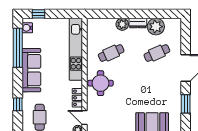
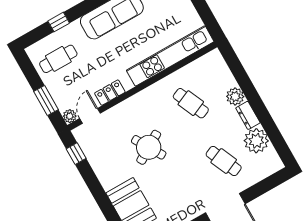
round table: (101, 83) -> (149, 147), moved, turned -31

